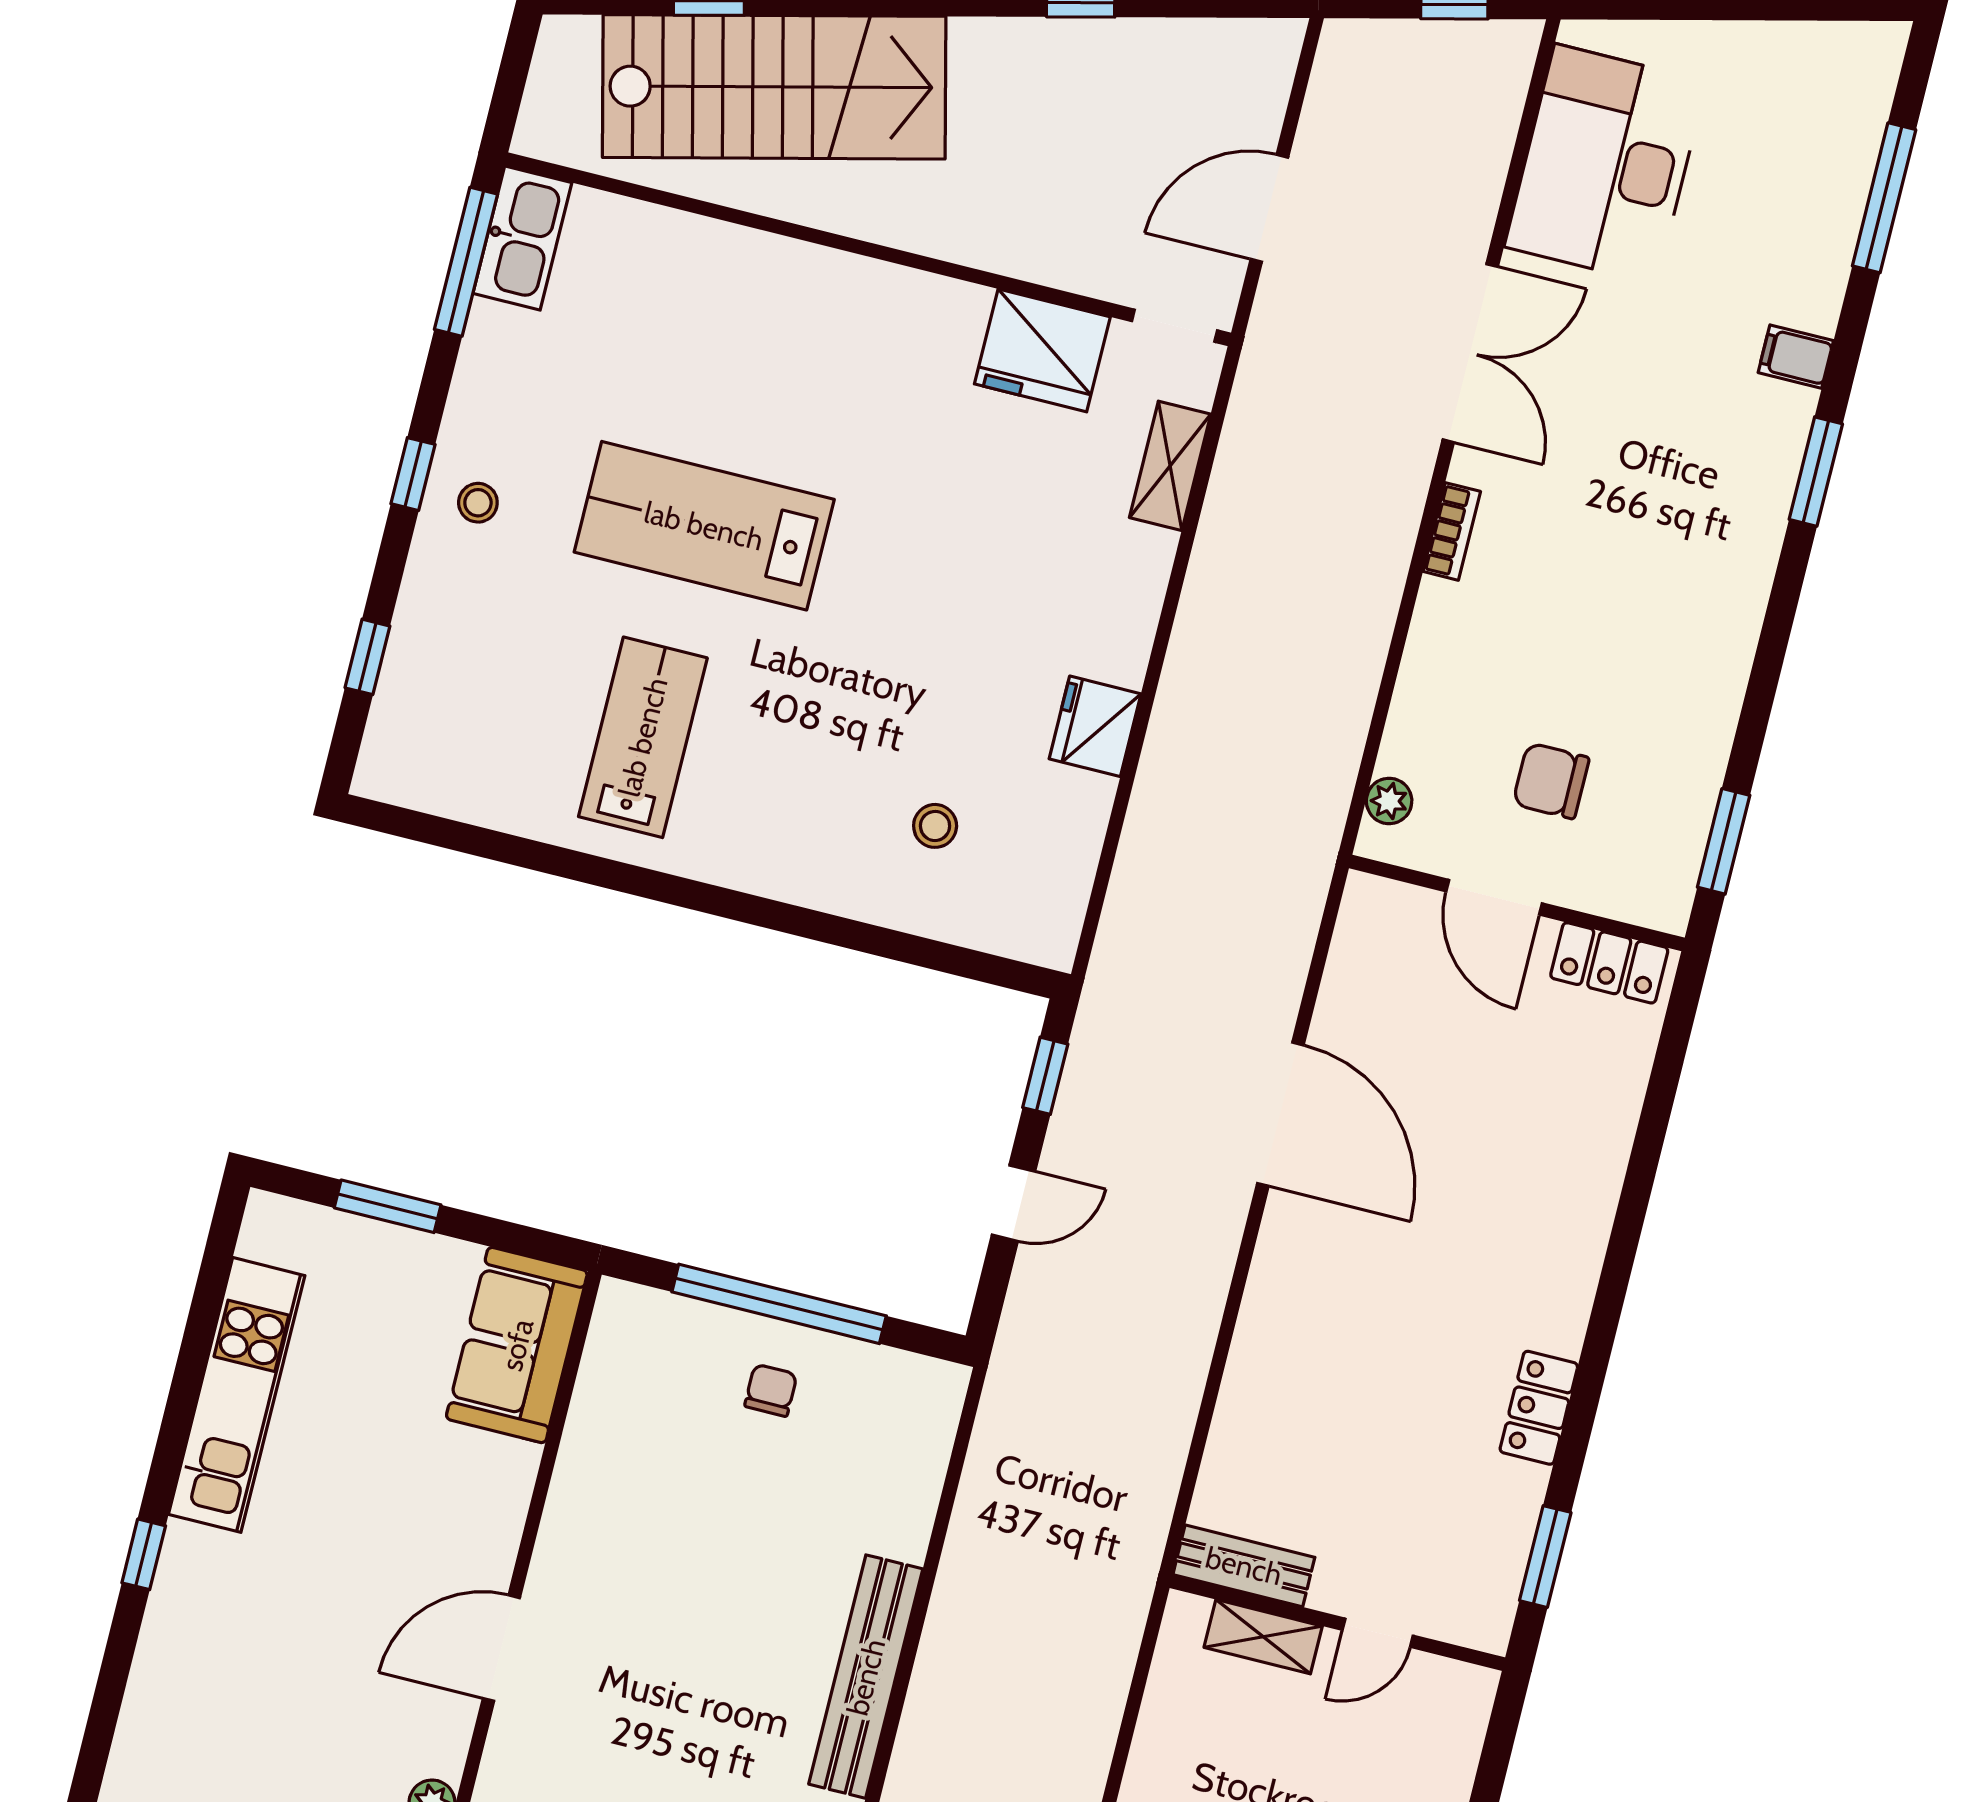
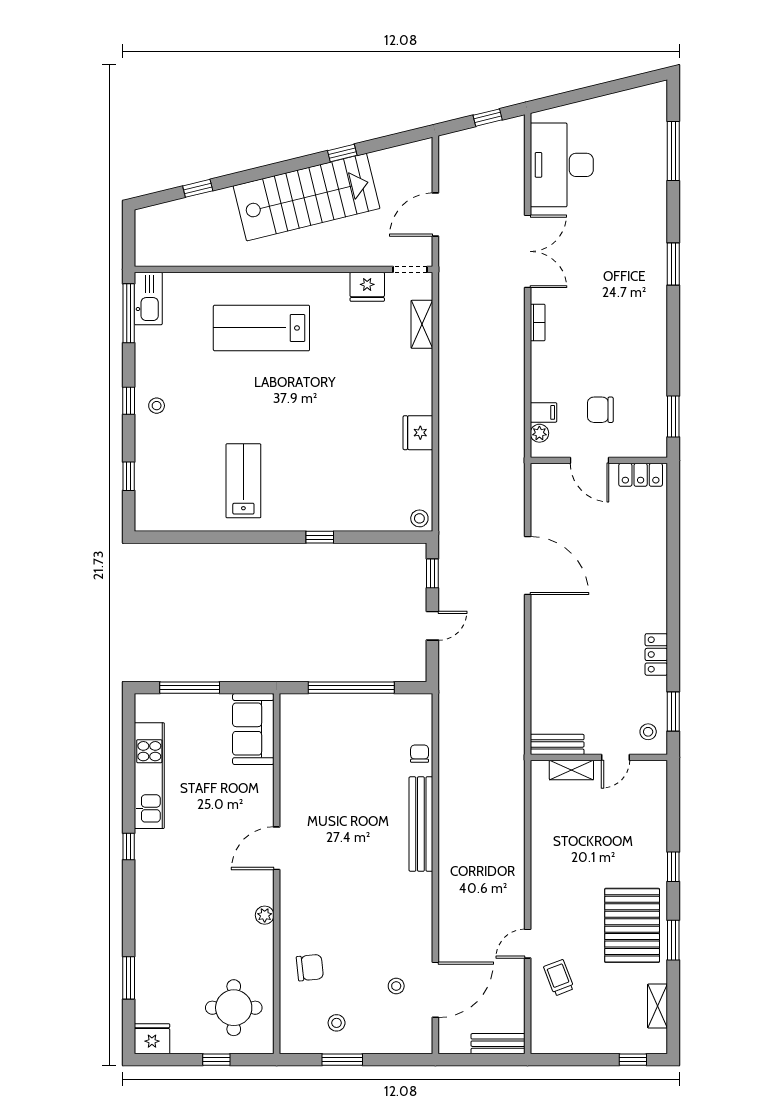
stairs: (774, 87) -> (307, 197), moved
fridge: (1042, 350) -> (367, 287), width x0.73, depth x0.75
filing cabinet: (1796, 357) -> (543, 412), moved, turned 180
lab bench: (704, 526) -> (261, 328), moved
stool: (935, 826) -> (419, 518), moved
window: (794, 920) -> (320, 537), added
window: (388, 1206) -> (190, 688), width x1.44
chair: (771, 1390) -> (420, 754), moved
stool: (1472, 1590) -> (648, 732), added

